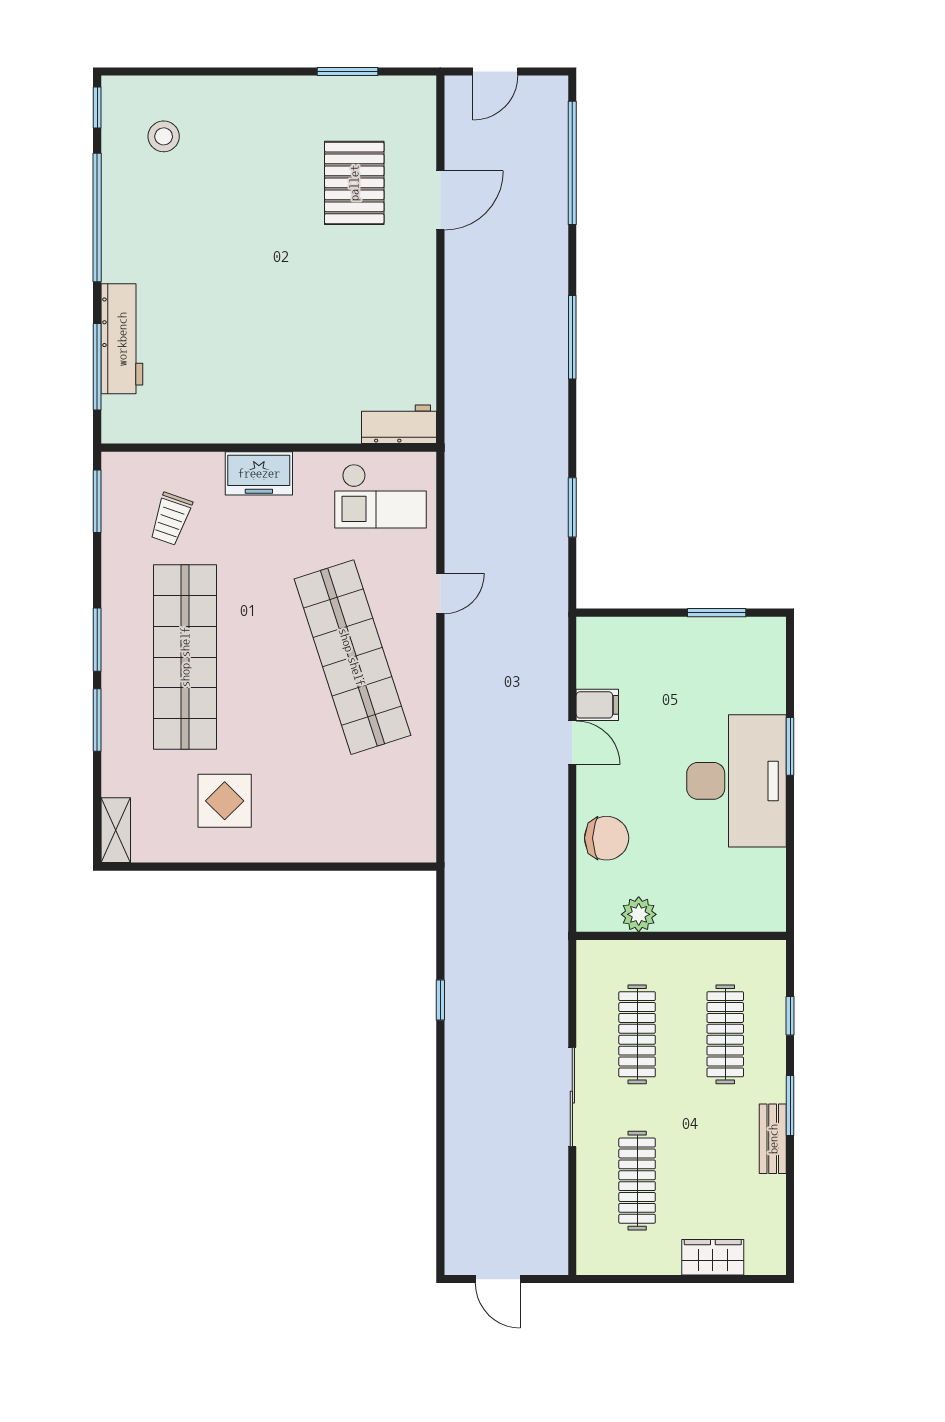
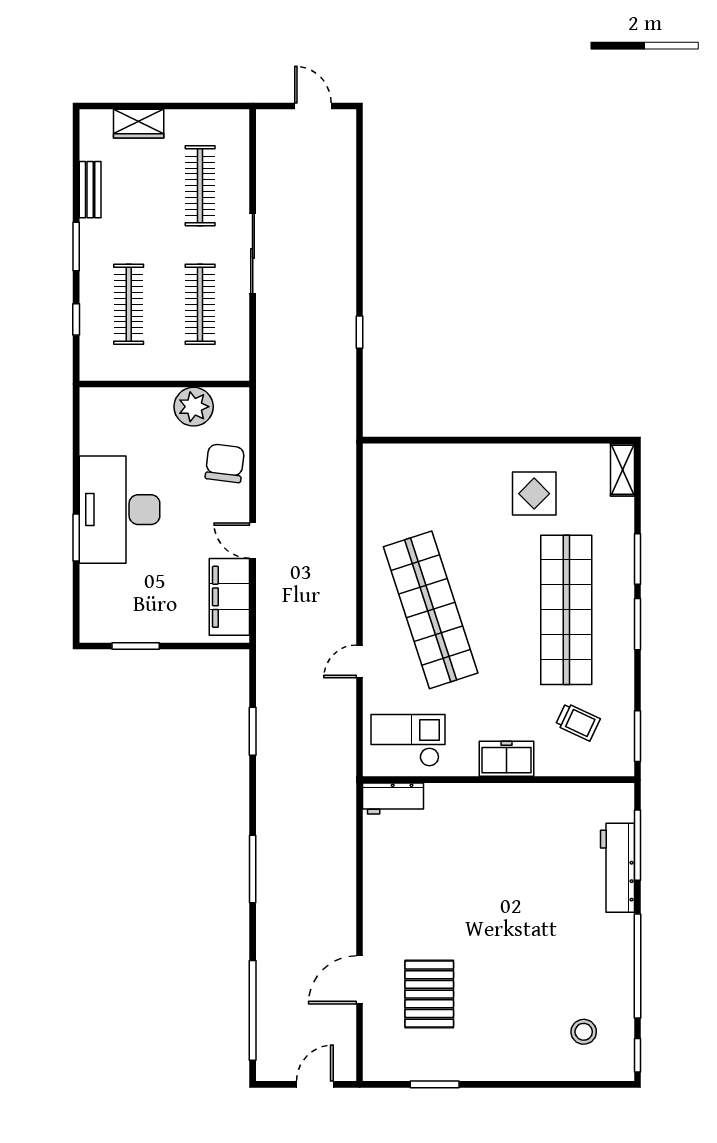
trolley: (171, 519) -> (578, 722), turned 96
filing cabinet: (597, 705) -> (229, 597), width x3.00, depth x1.17
chair: (607, 838) -> (225, 463), turned 97
plant: (639, 914) -> (194, 407), width x1.36, depth x1.36
bench: (773, 1139) -> (90, 190), moved

